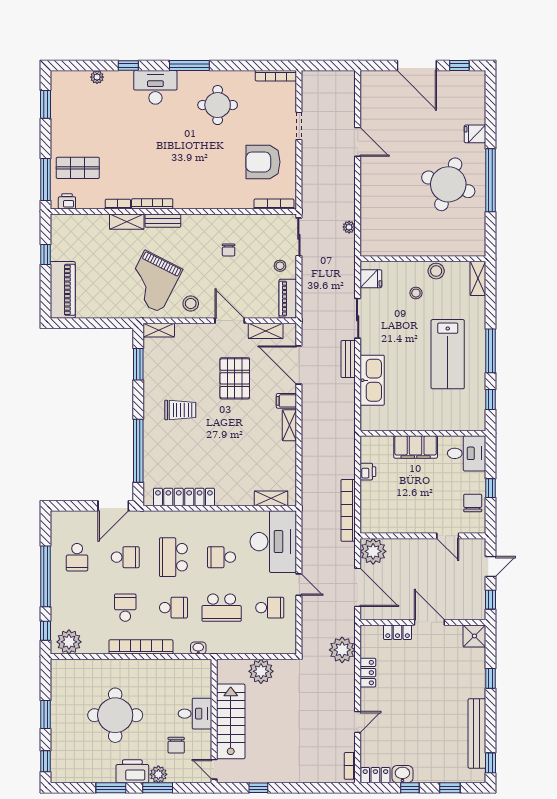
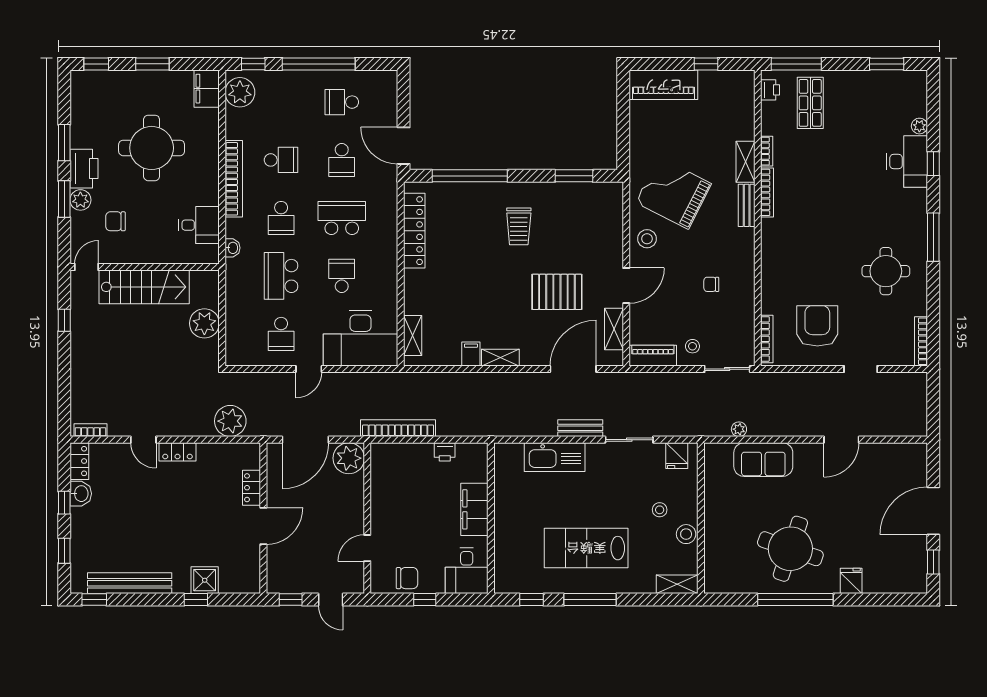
desk: (155, 87) -> (907, 162), moved
sofa: (374, 207) -> (763, 460), added
shelving: (159, 330) -> (615, 200), removed
filing cabinet: (286, 401) -> (471, 354), moved
shower: (474, 636) -> (205, 580), moved
filing cabinet: (66, 669) -> (207, 89), added
locker: (368, 673) -> (177, 452), moved
desk: (195, 714) -> (199, 225), moved, turned -90

